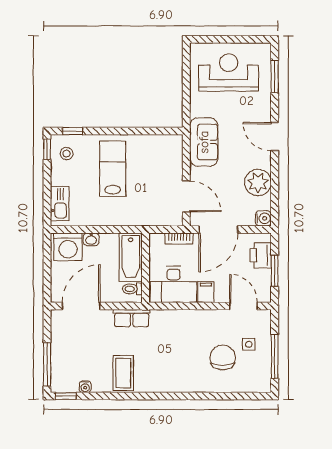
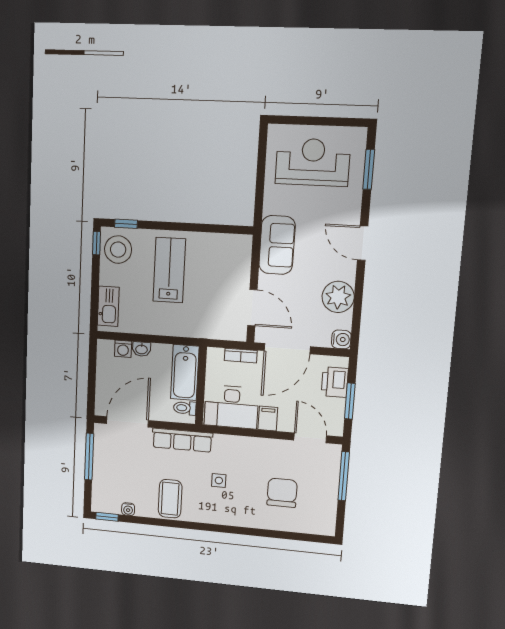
stool: (67, 154) -> (118, 250), width x1.89, depth x1.89
washing machine: (68, 247) -> (123, 349), width x0.53, depth x0.53
row of seats: (132, 318) -> (182, 440), width x1.48
side table: (249, 344) -> (219, 480), moved
window: (275, 356) -> (344, 476), moved
window: (47, 364) -> (89, 457), moved

